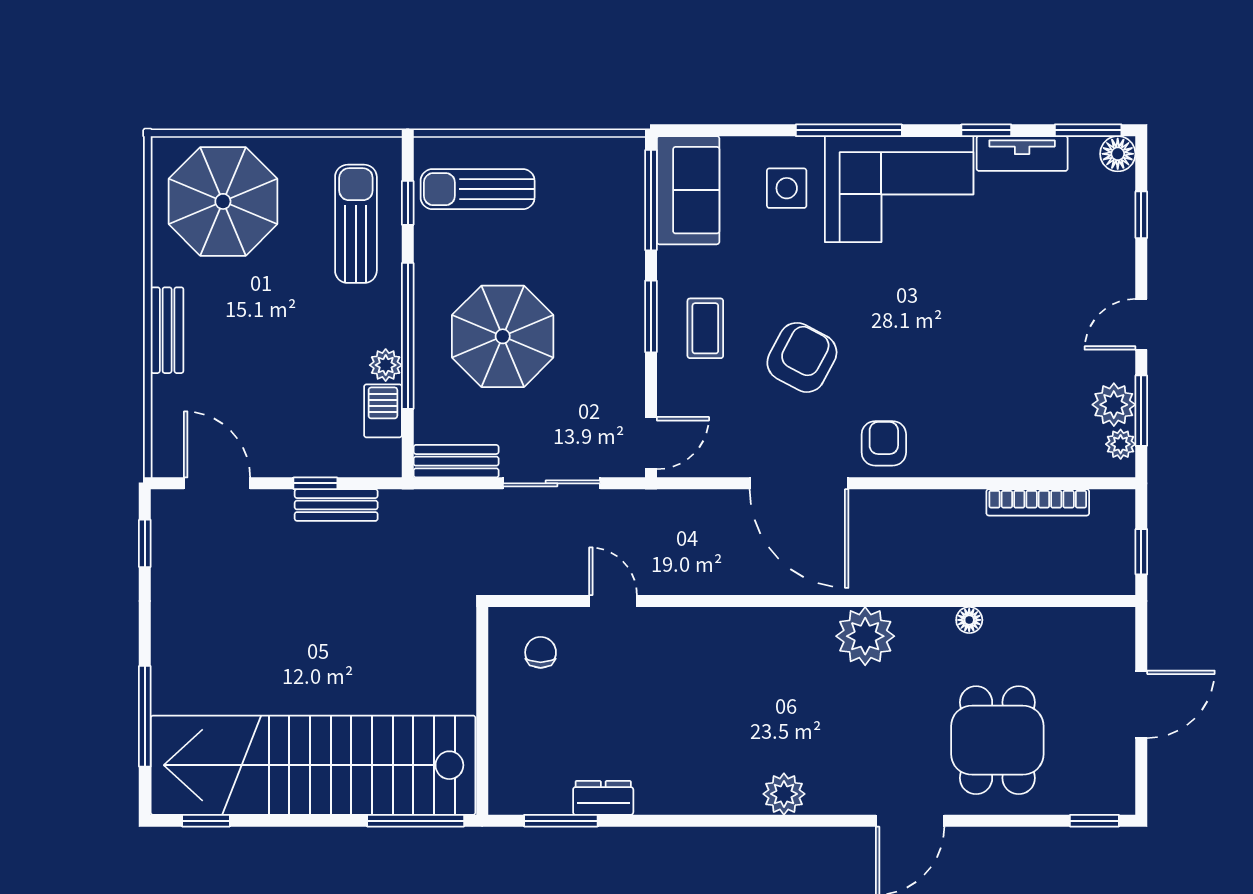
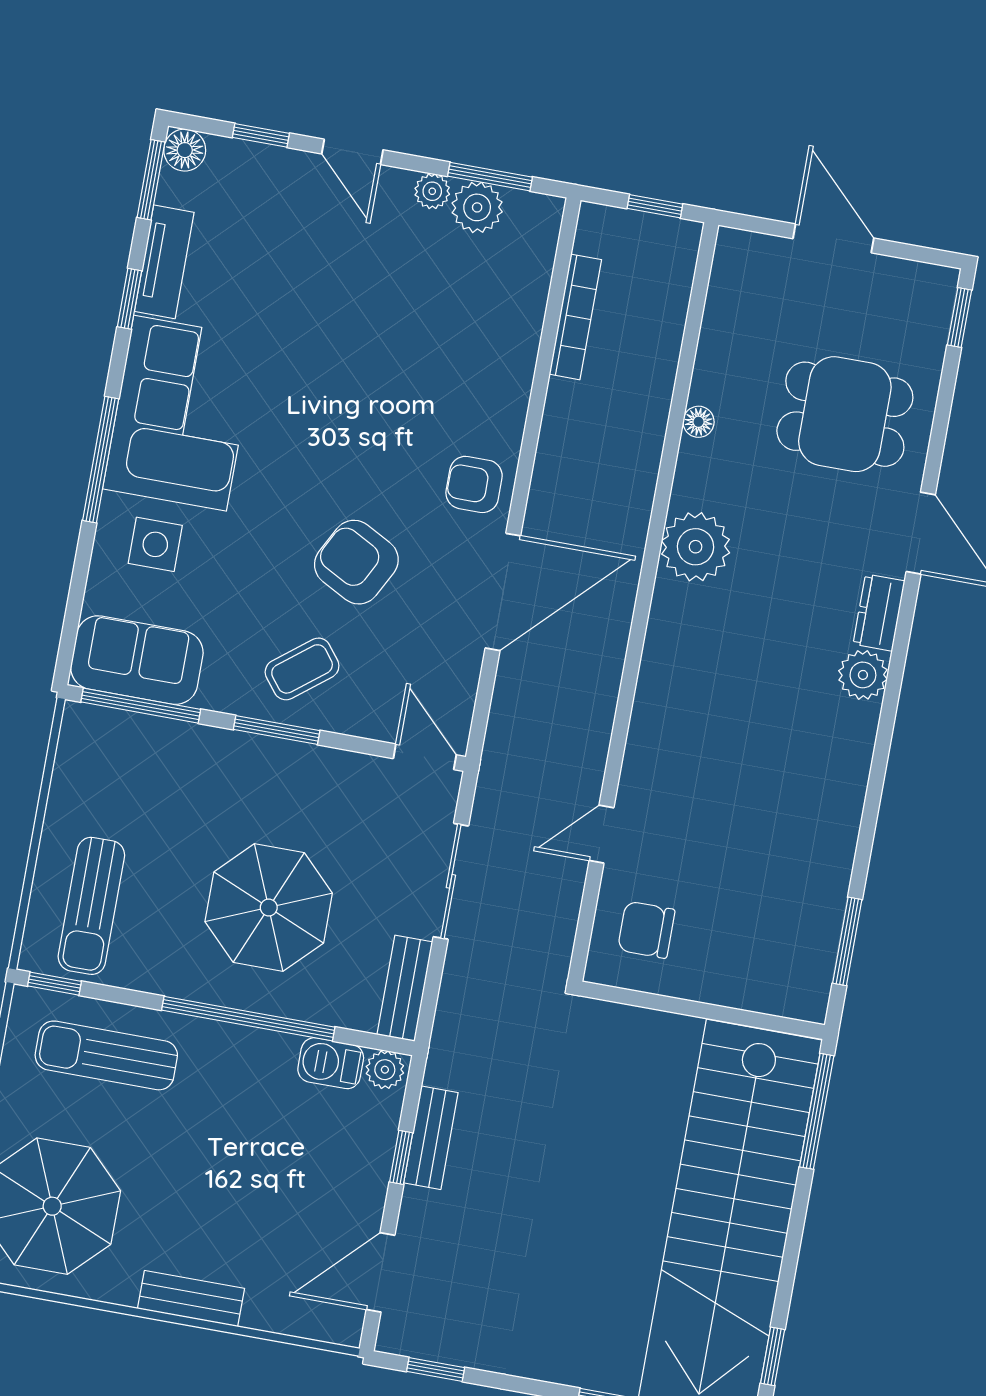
window: (408, 203) -> (54, 984), moved
door: (1141, 324) -> (352, 152), moved
coffee table: (705, 328) -> (302, 669), turned -38
plant: (386, 365) -> (385, 1070), moved
plant: (1121, 444) -> (432, 191), moved
chair: (541, 652) -> (646, 930), width x1.37, depth x1.37
dresser: (603, 798) -> (879, 613), moved

